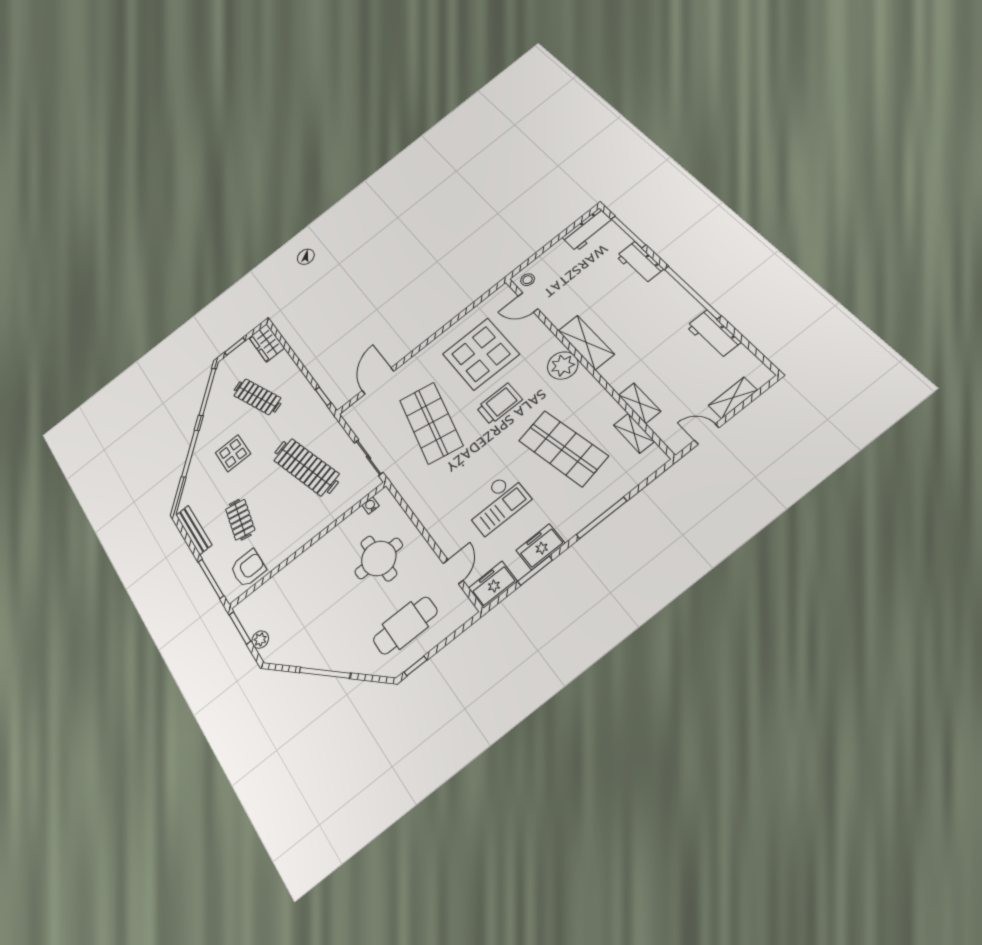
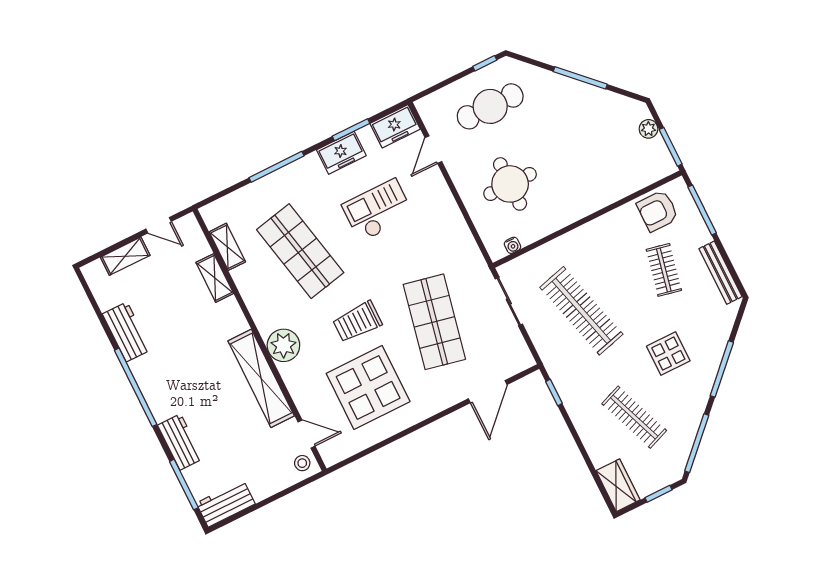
shelving: (586, 342) -> (261, 378), width x1.47

